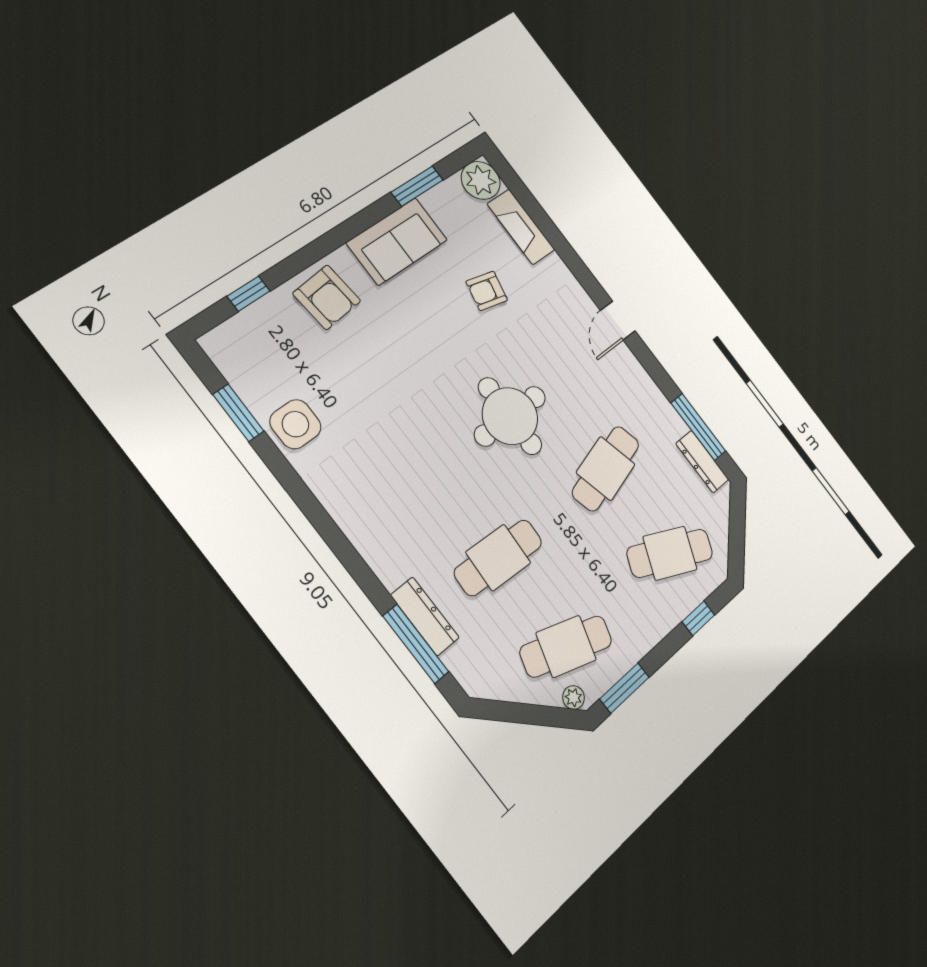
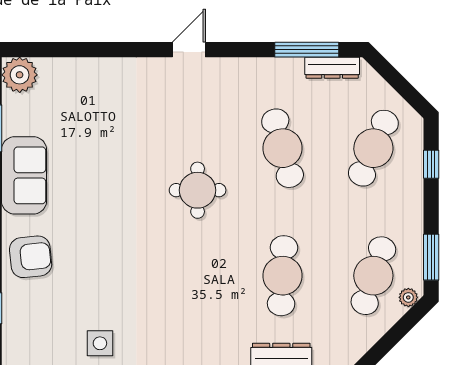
fireplace: (521, 227) -> (73, 71), removed
armchair: (487, 291) -> (101, 136), removed
door: (618, 321) -> (189, 50), swing flipped
round table: (510, 416) -> (198, 190), width x0.73, depth x0.73
side table: (295, 424) -> (100, 343), width x0.73, depth x0.73

